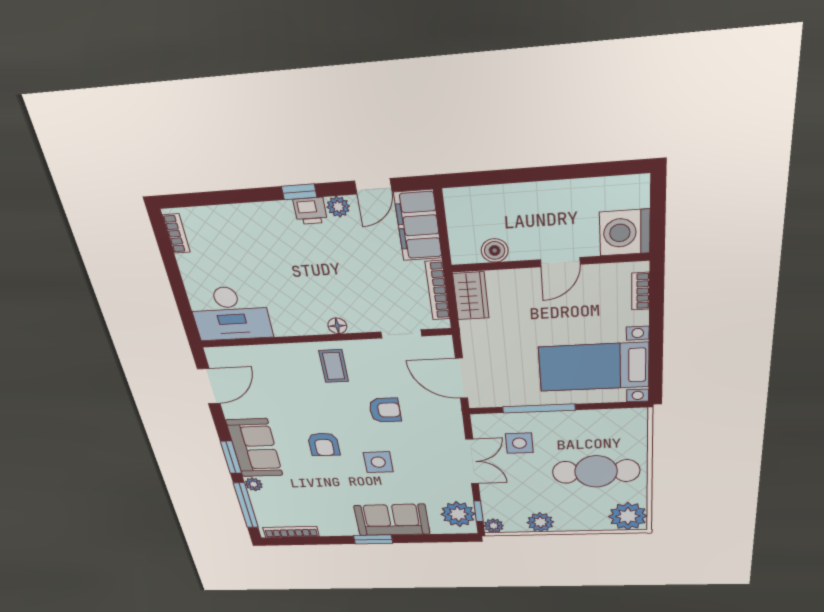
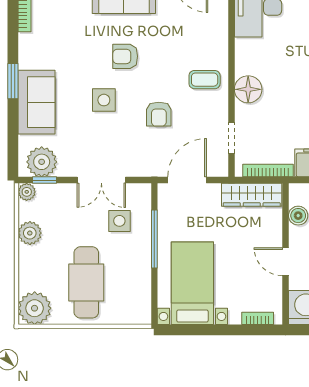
wardrobe: (471, 296) -> (252, 195), width x1.50
floor lamp: (337, 326) -> (248, 89), width x1.89, depth x1.89

